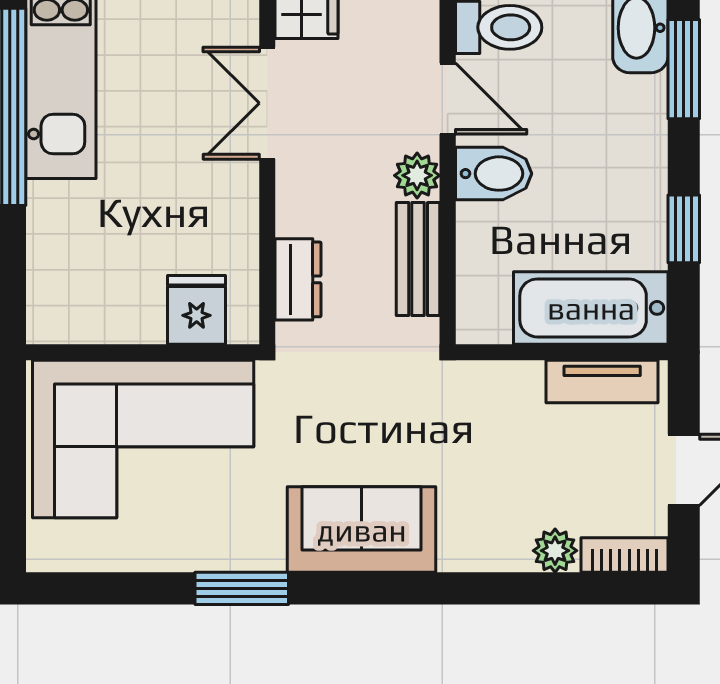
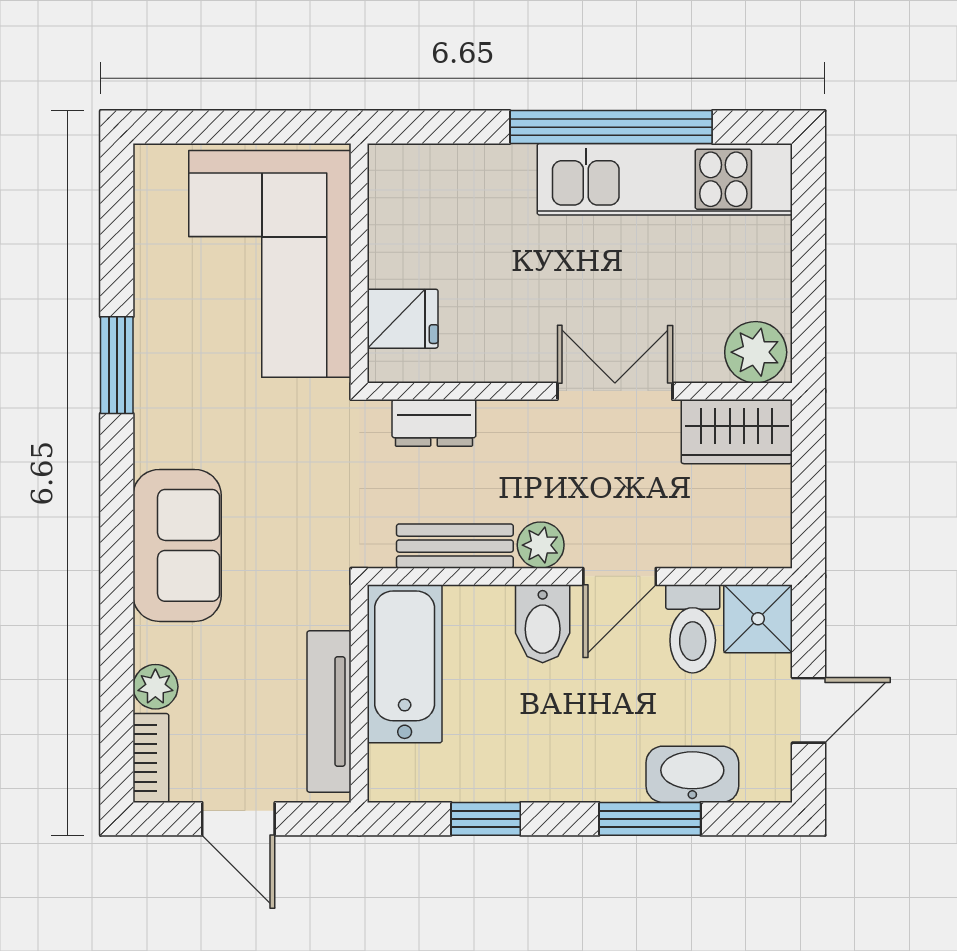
bathtub: (591, 308) -> (405, 664), moved
tv unit: (602, 382) -> (329, 711), width x1.41
sofa: (362, 530) -> (177, 545), moved

